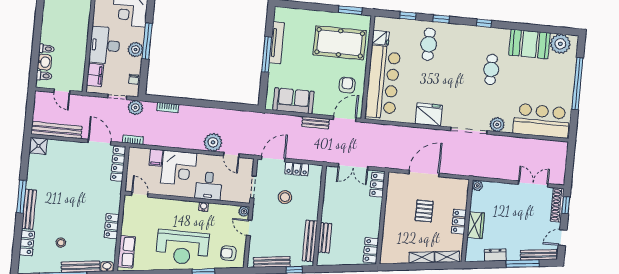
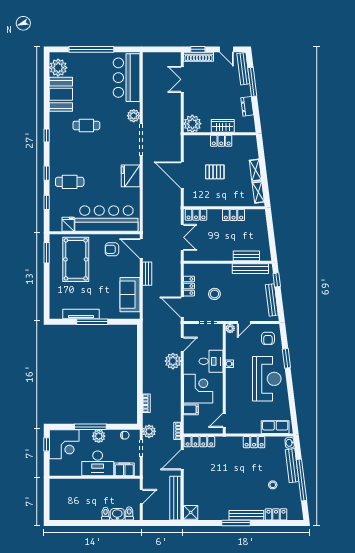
plant: (477, 186) -> (192, 124), width x1.88, depth x1.88
locker: (371, 250) -> (233, 215), moved
shelving: (447, 257) -> (258, 192), moved

